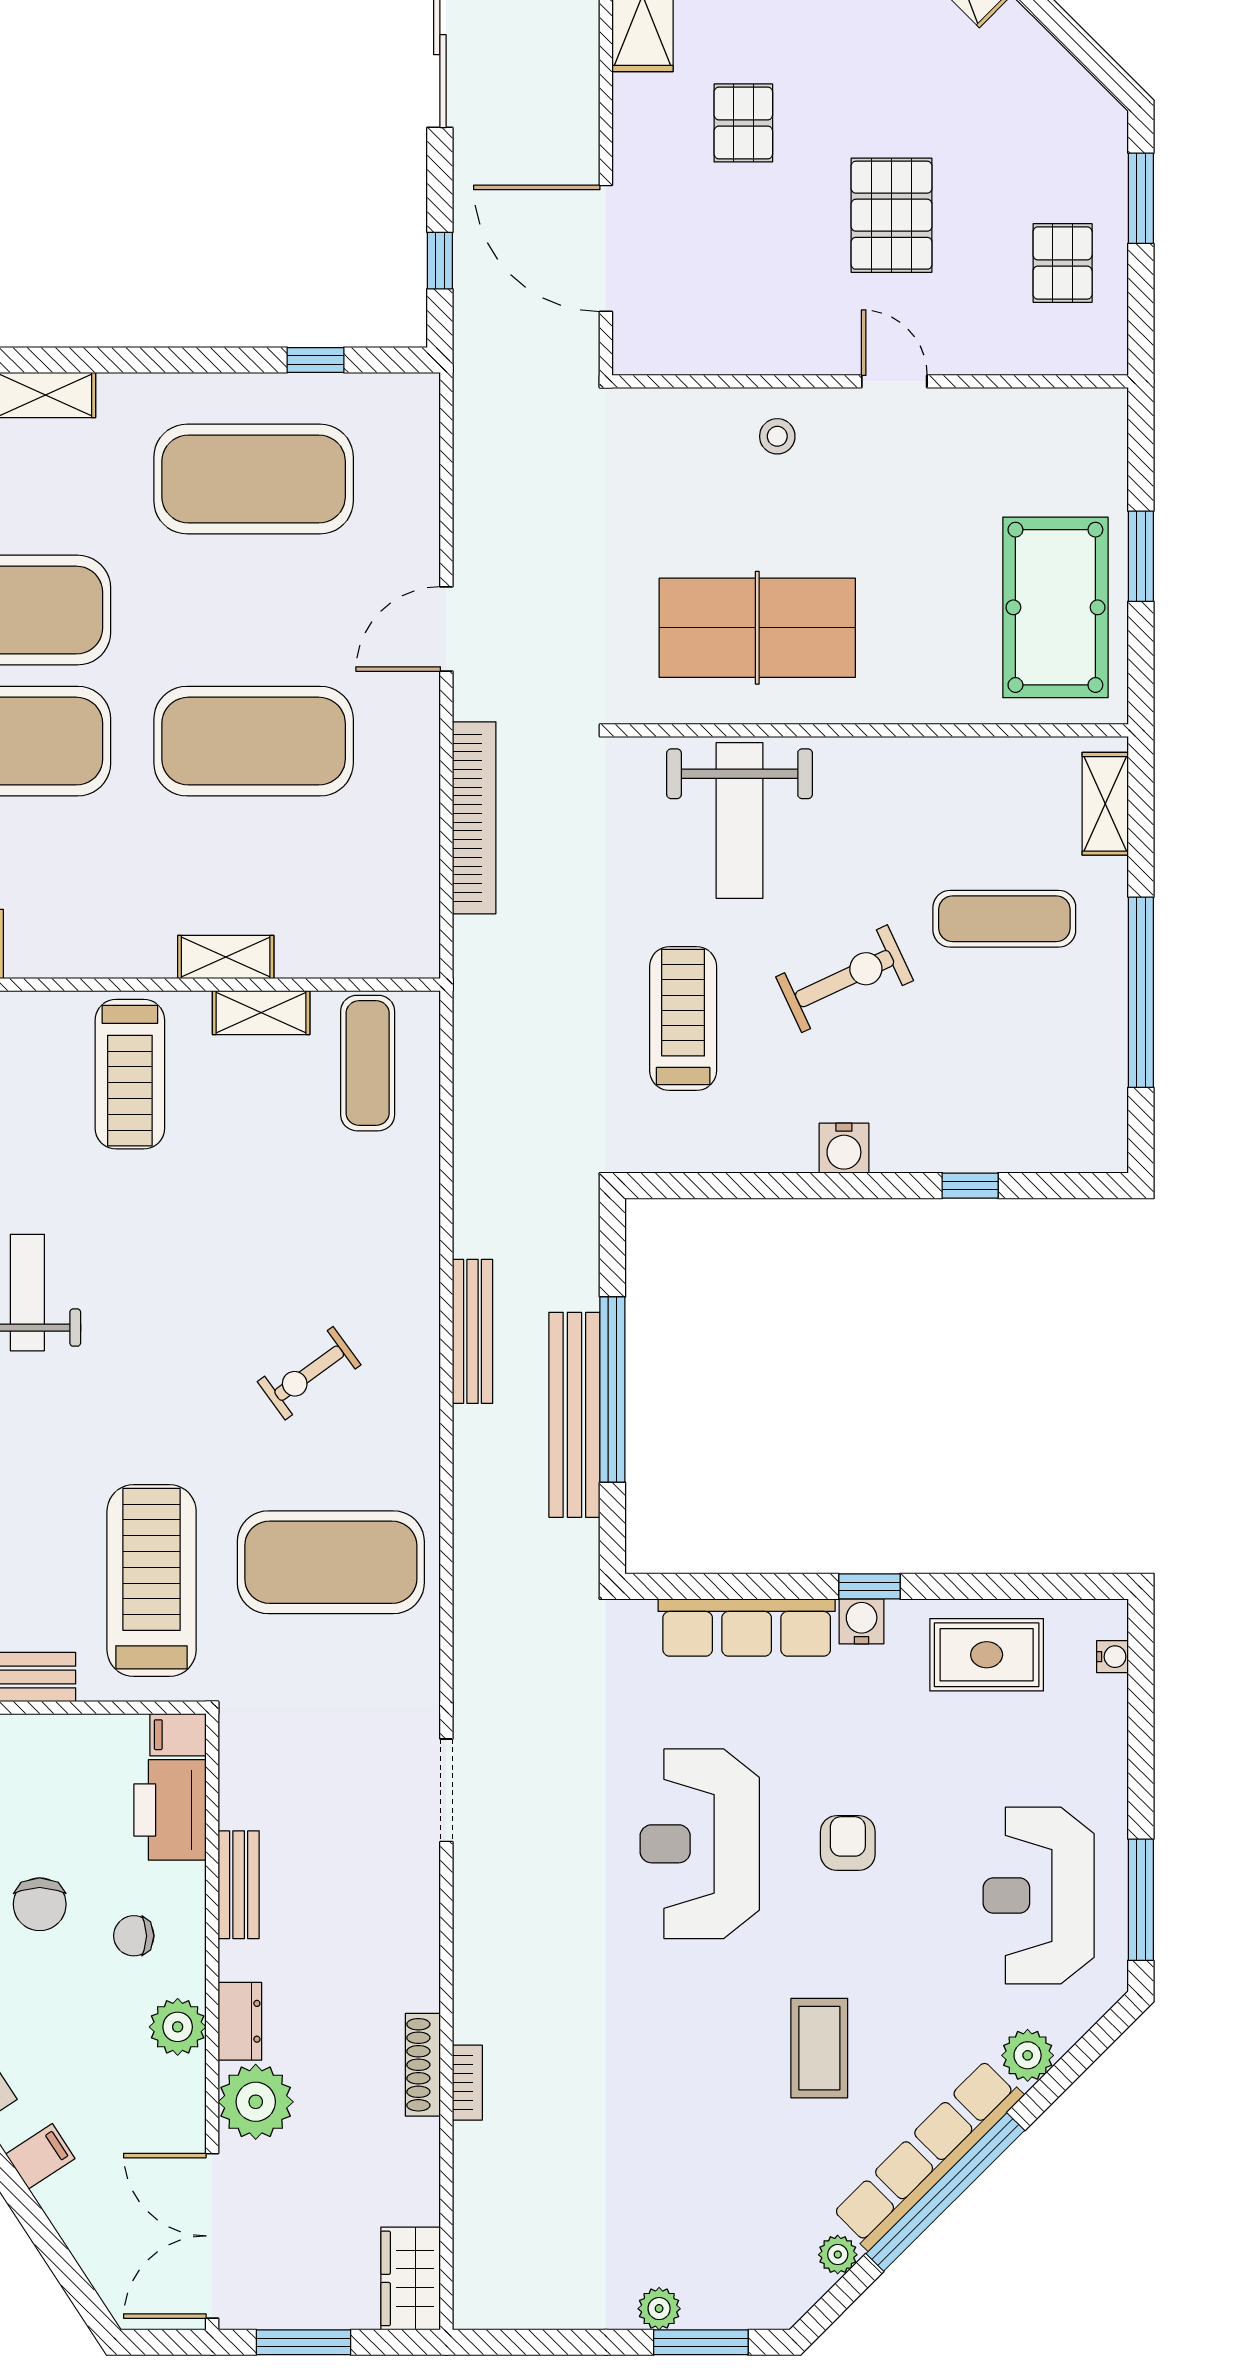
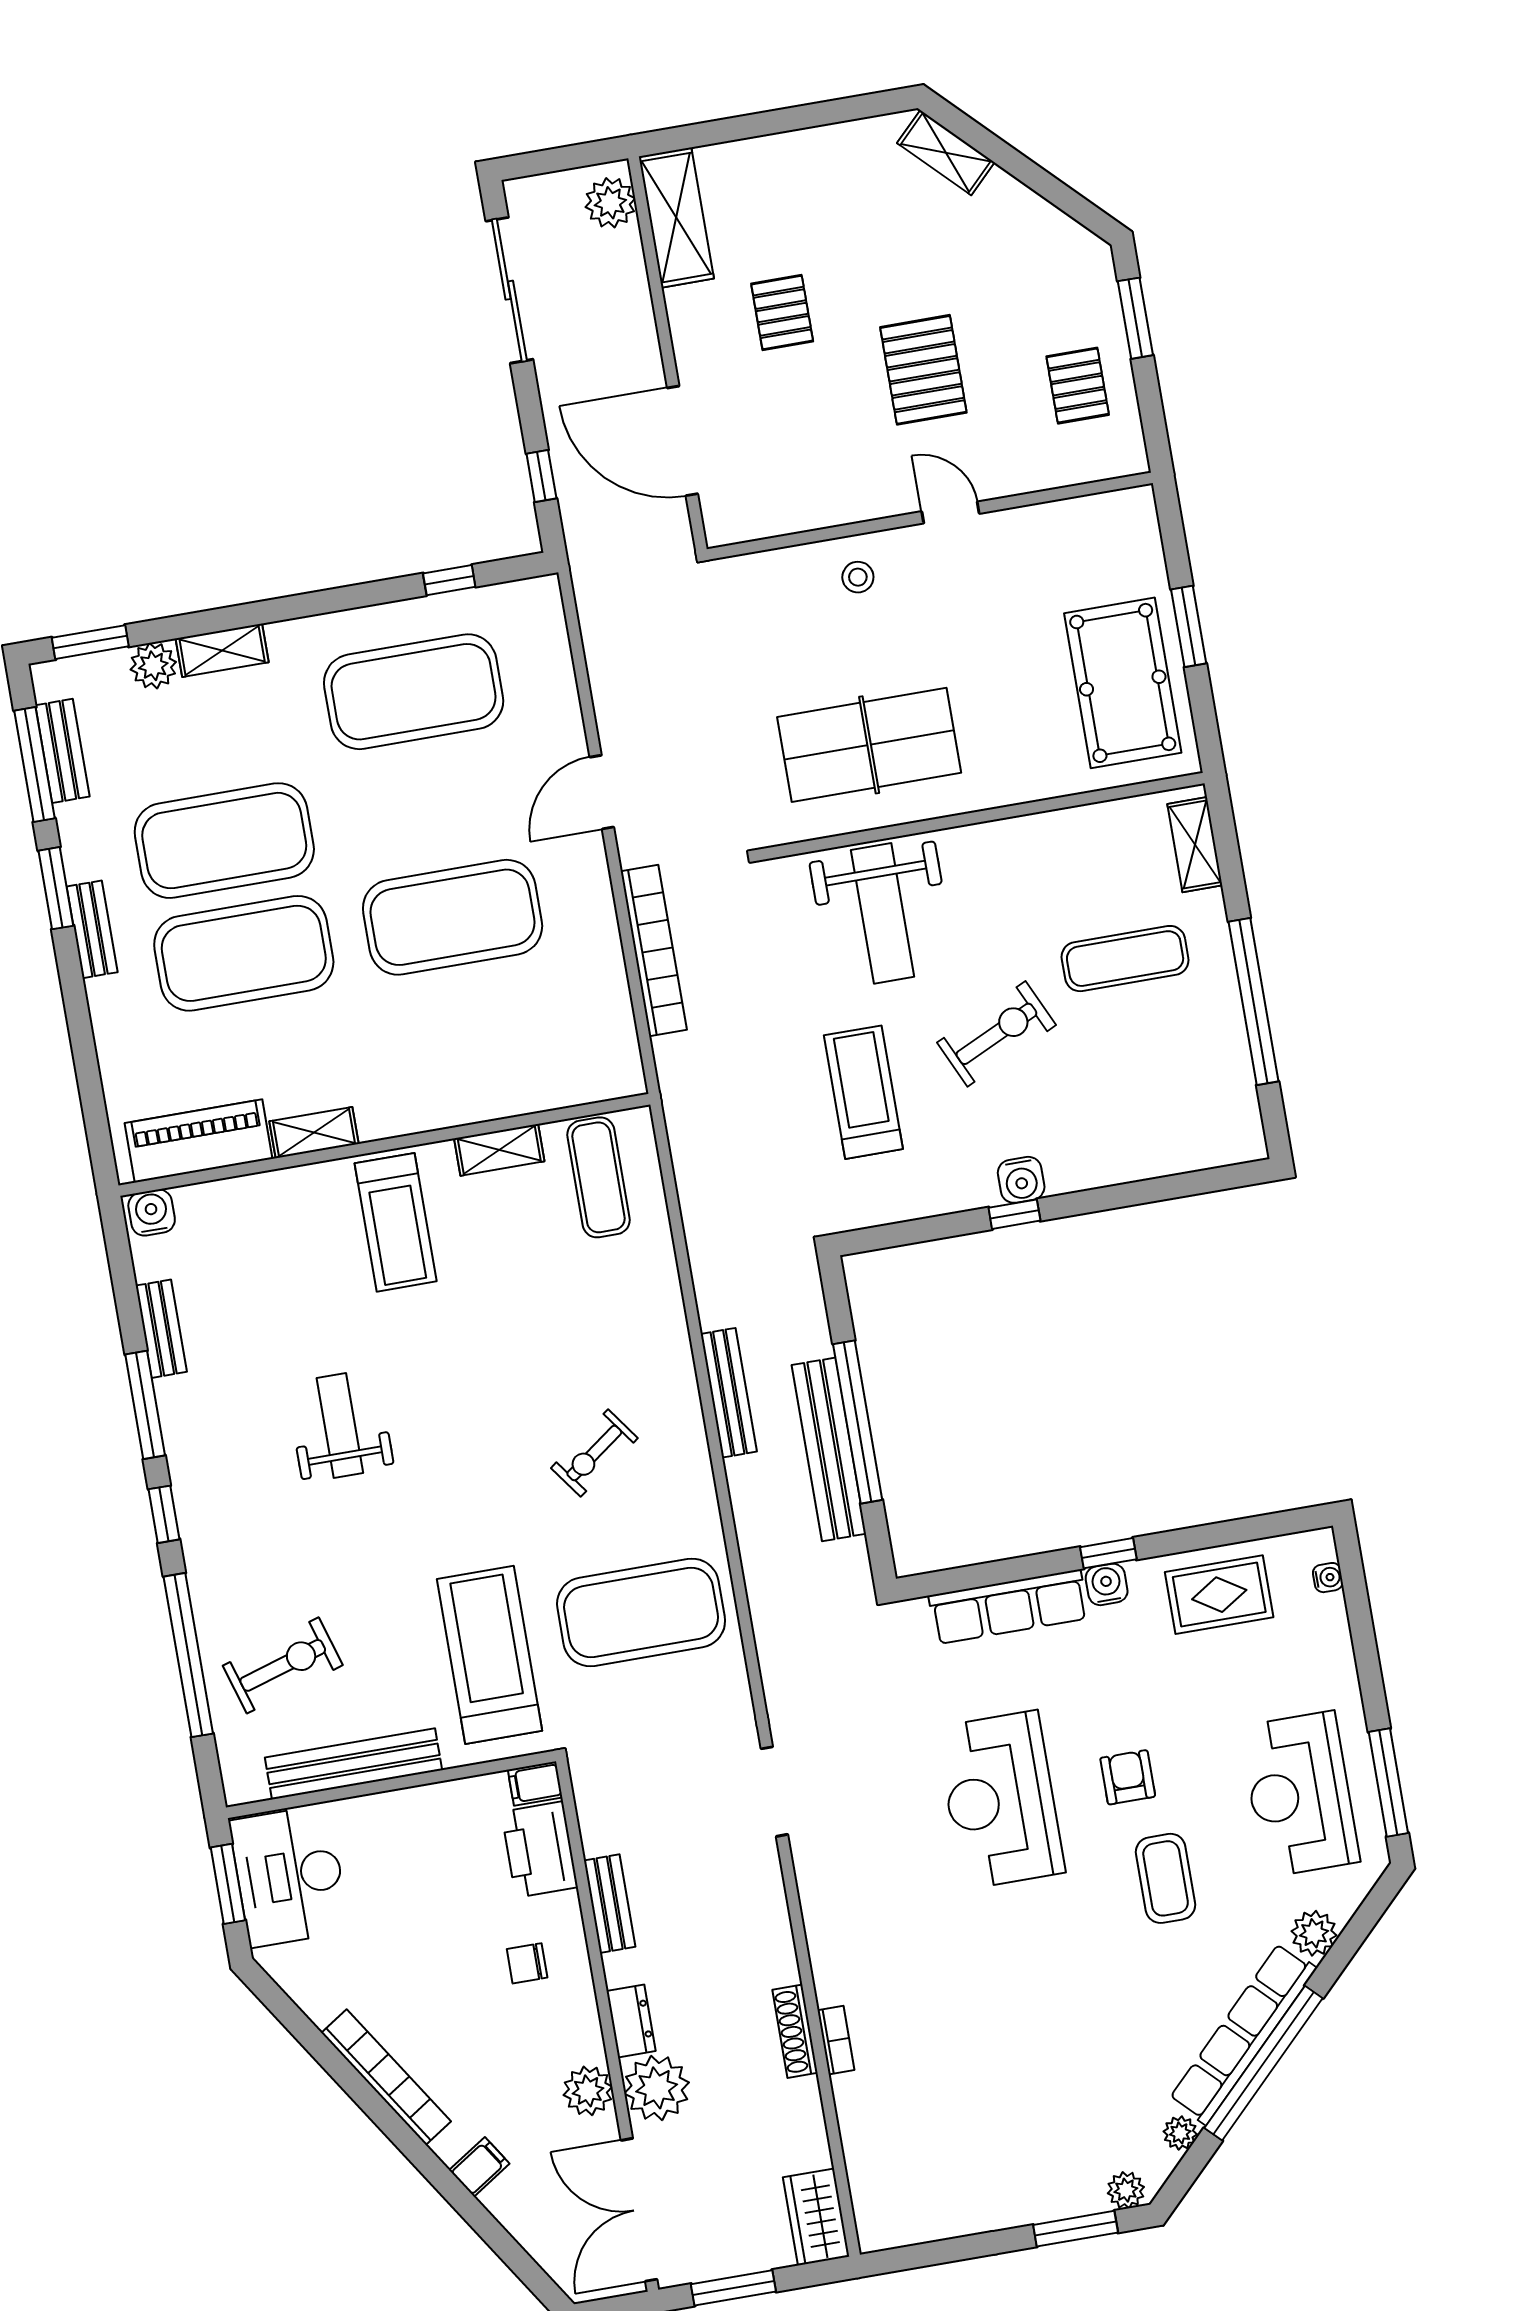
shelving: (226, 957) -> (314, 1133), moved
window: (970, 1186) -> (1014, 1214), moved
chair: (40, 1904) -> (441, 1950), removed
plant: (178, 2027) -> (588, 2091), moved
coffee table: (819, 2048) -> (1166, 1878), moved
plant: (659, 2309) -> (1126, 2190), moved

